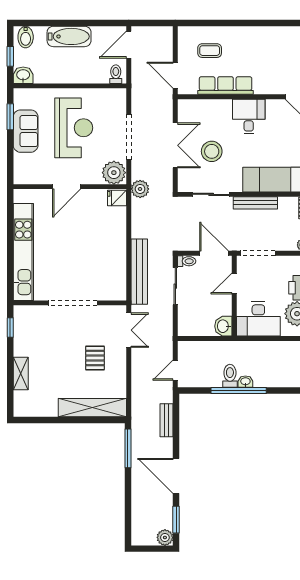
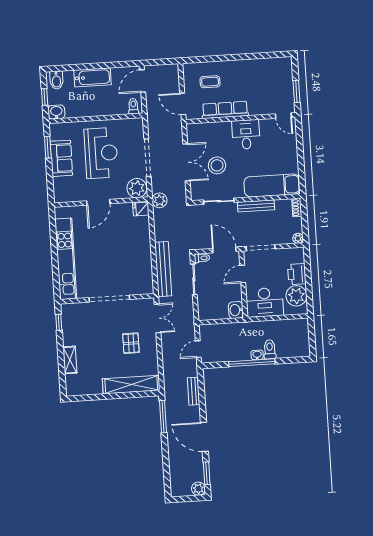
toilet: (230, 376) -> (270, 349), moved

